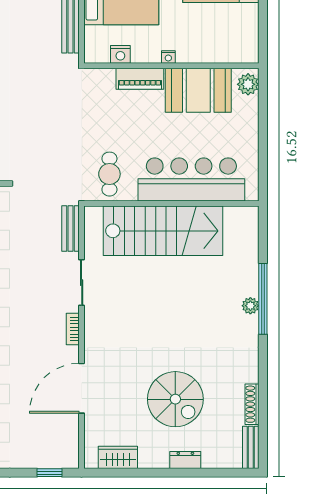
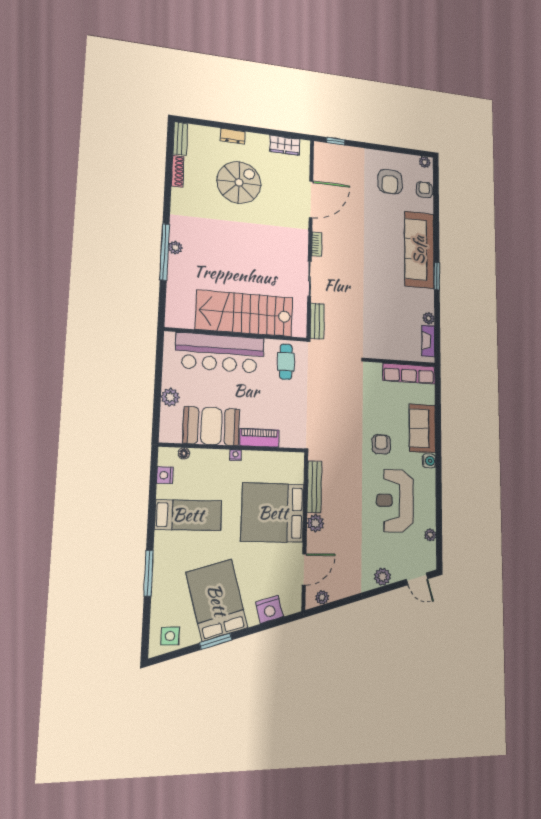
nightstand: (120, 54) -> (165, 475), moved, turned -90
floor lamp: (229, 57) -> (184, 453), added
plant: (248, 84) -> (170, 397), moved
spiral stairs: (175, 399) -> (239, 182), turned 90

